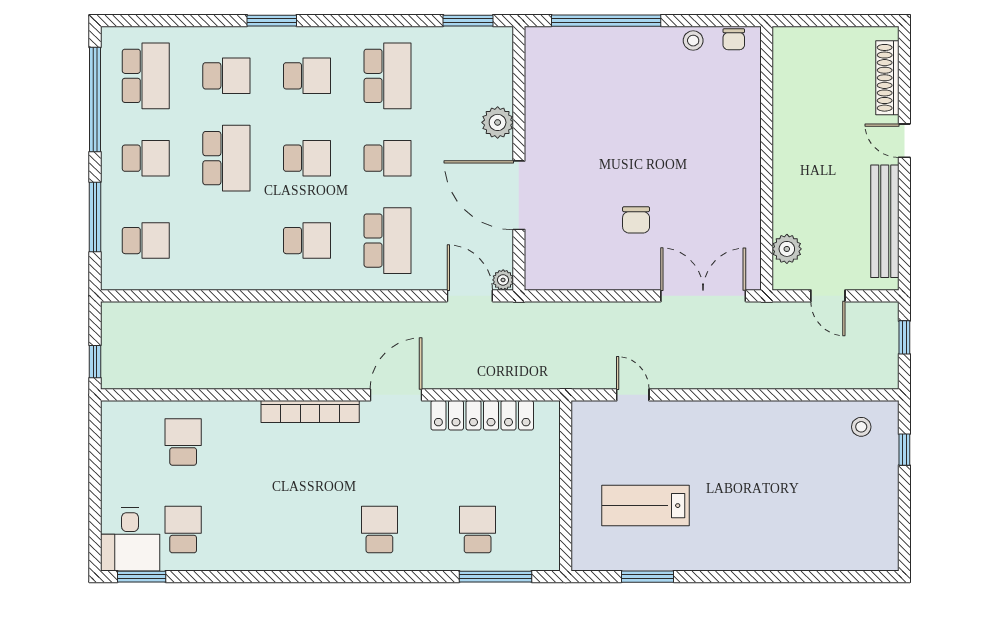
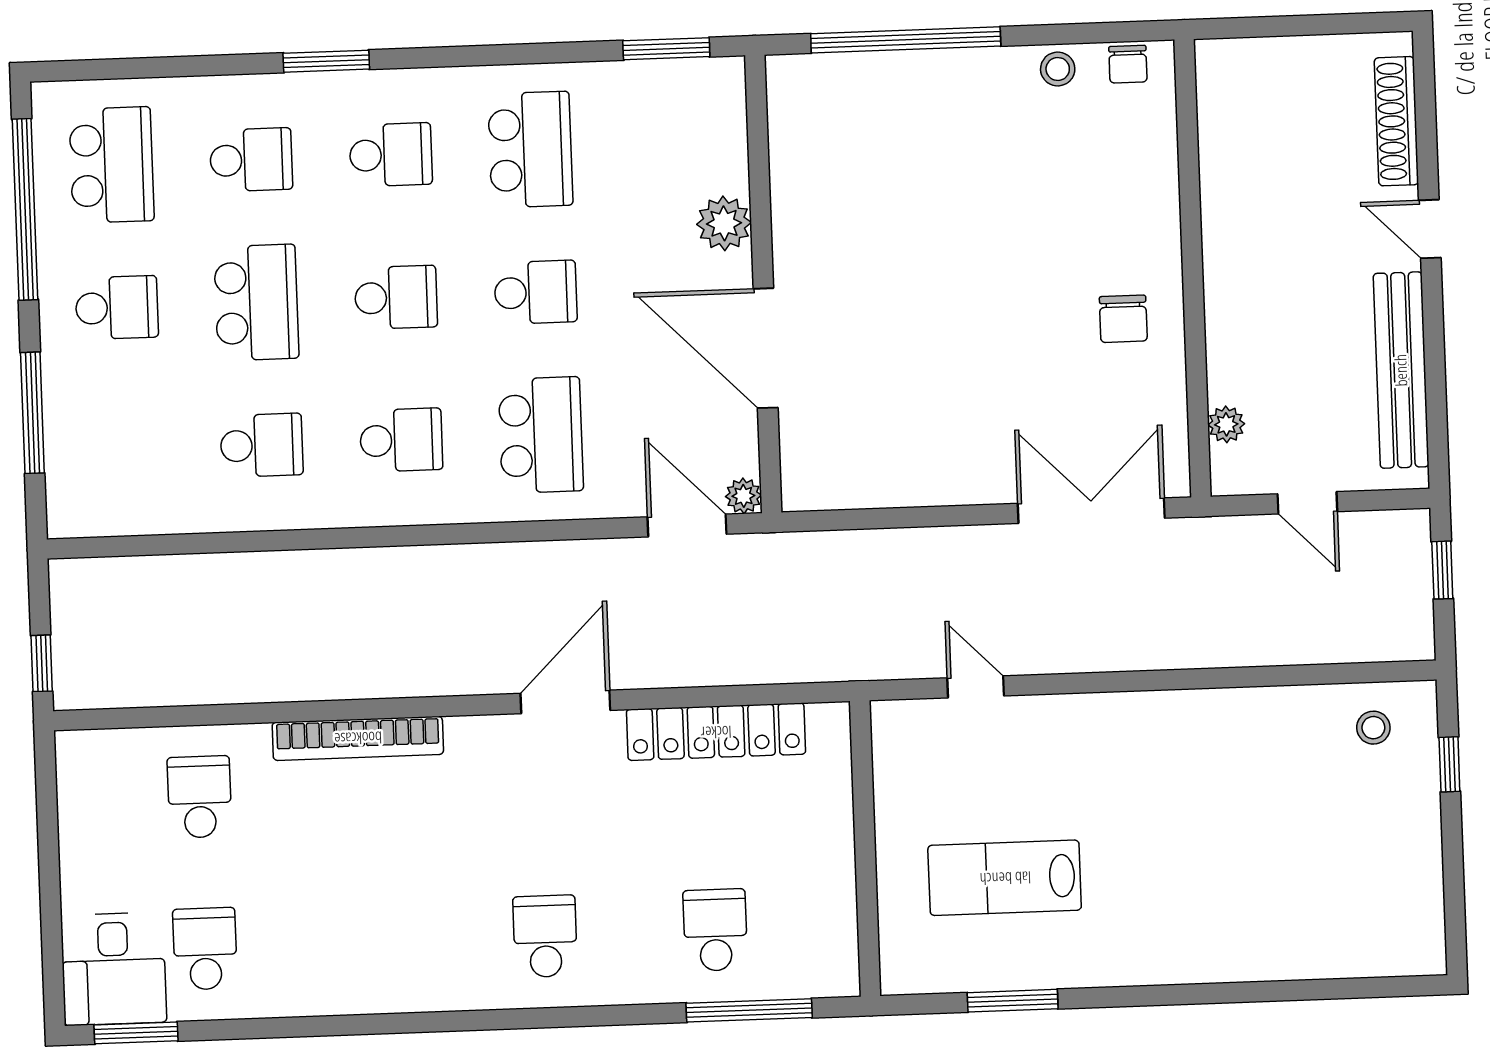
chair: (636, 220) -> (1123, 319), moved
school desk: (146, 241) -> (262, 445), moved
plant: (787, 249) -> (1226, 424), width x0.73, depth x0.73
bookcase: (310, 412) -> (358, 738), moved

